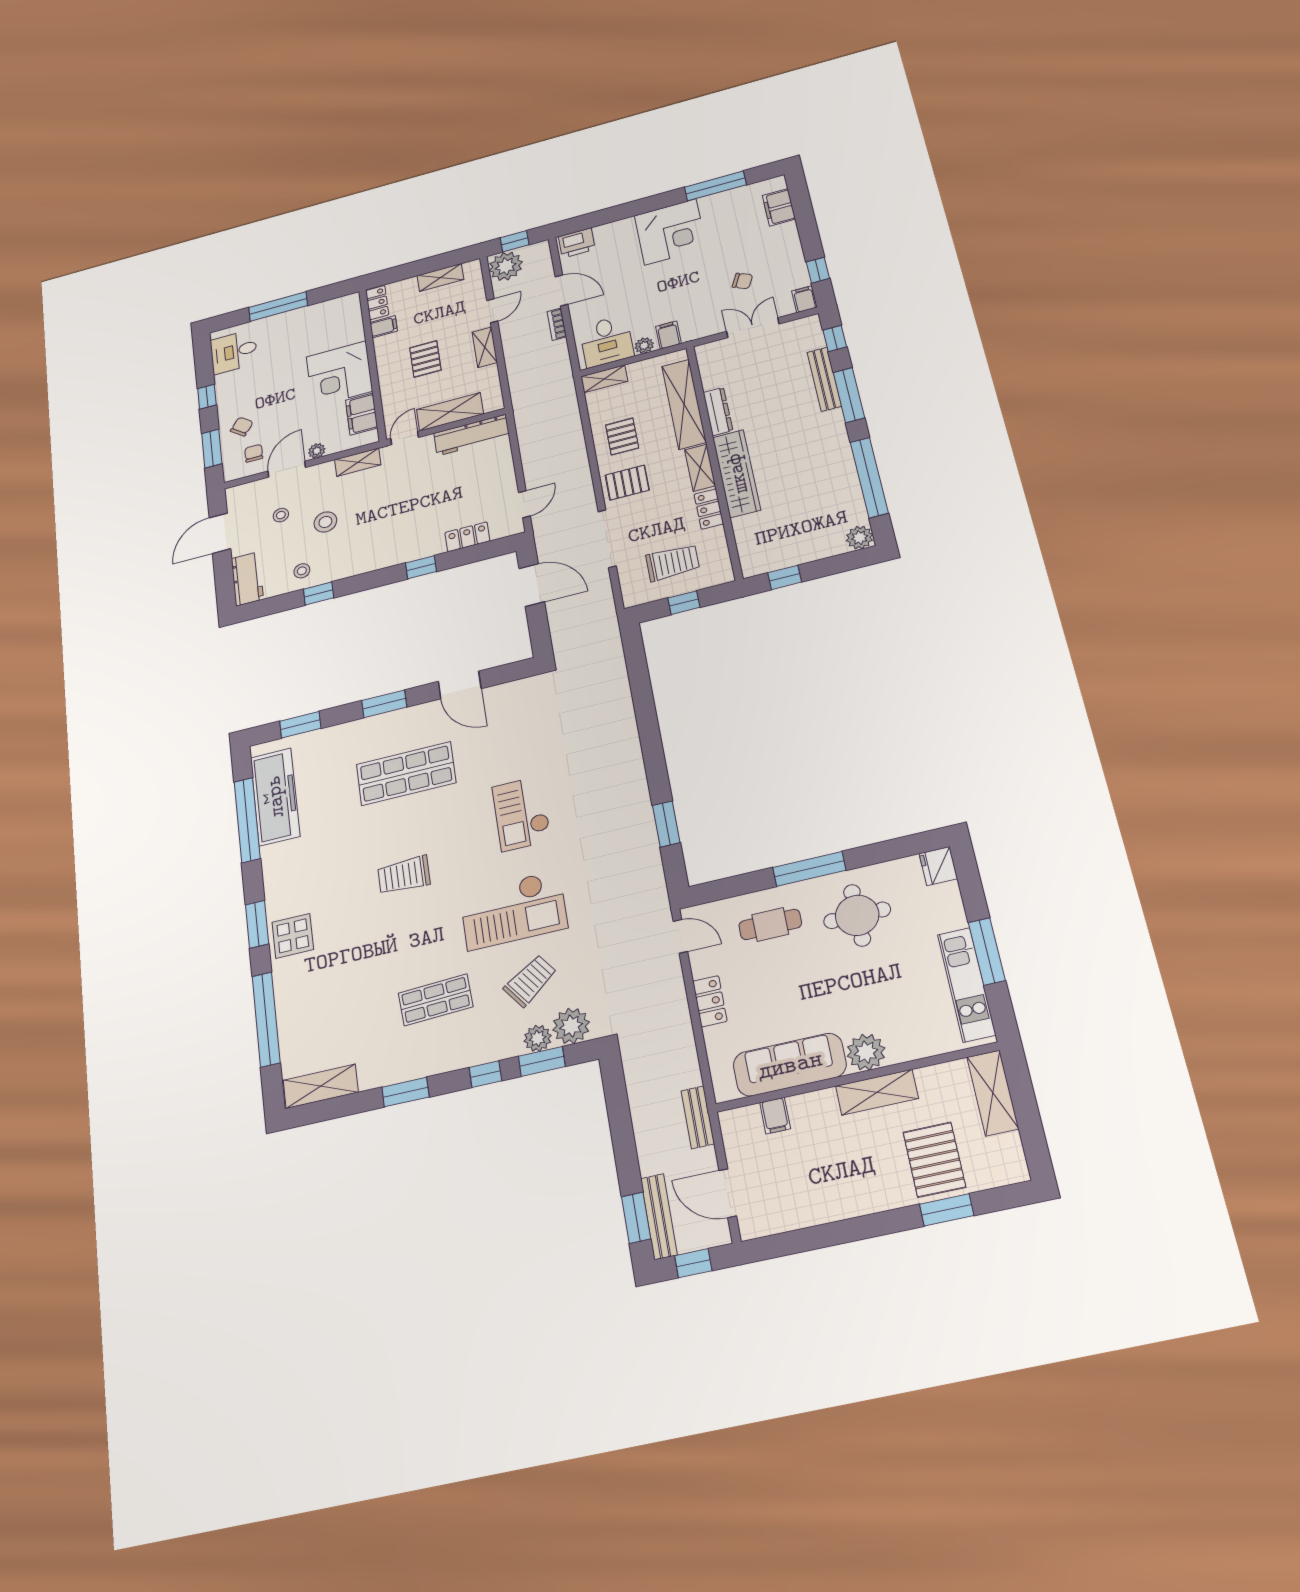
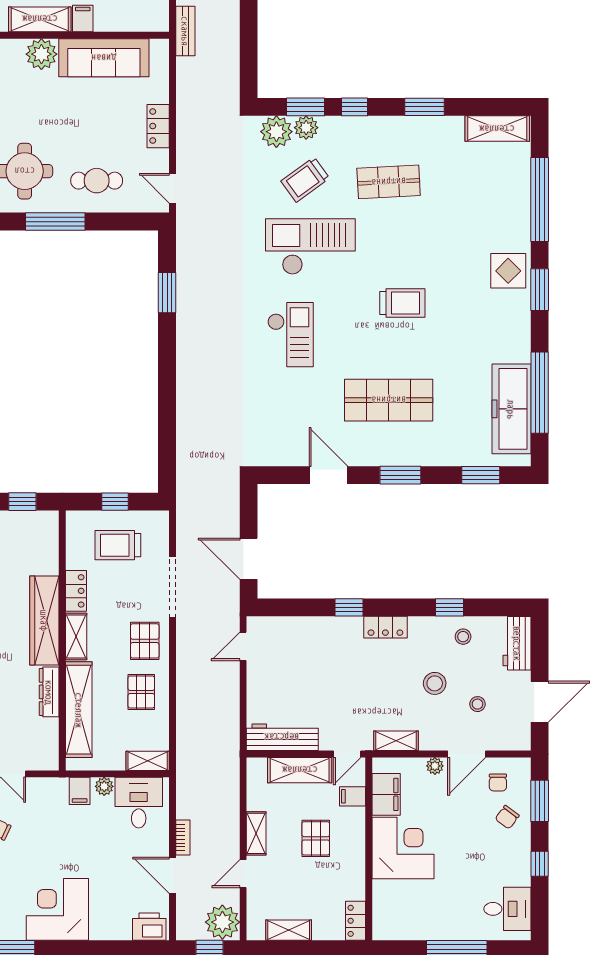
filing cabinet: (384, 327) -> (352, 796), moved
pallet: (627, 483) -> (145, 641), turned 90
locker: (467, 537) -> (385, 627), moved
filing cabinet: (775, 1116) -> (83, 18), moved

